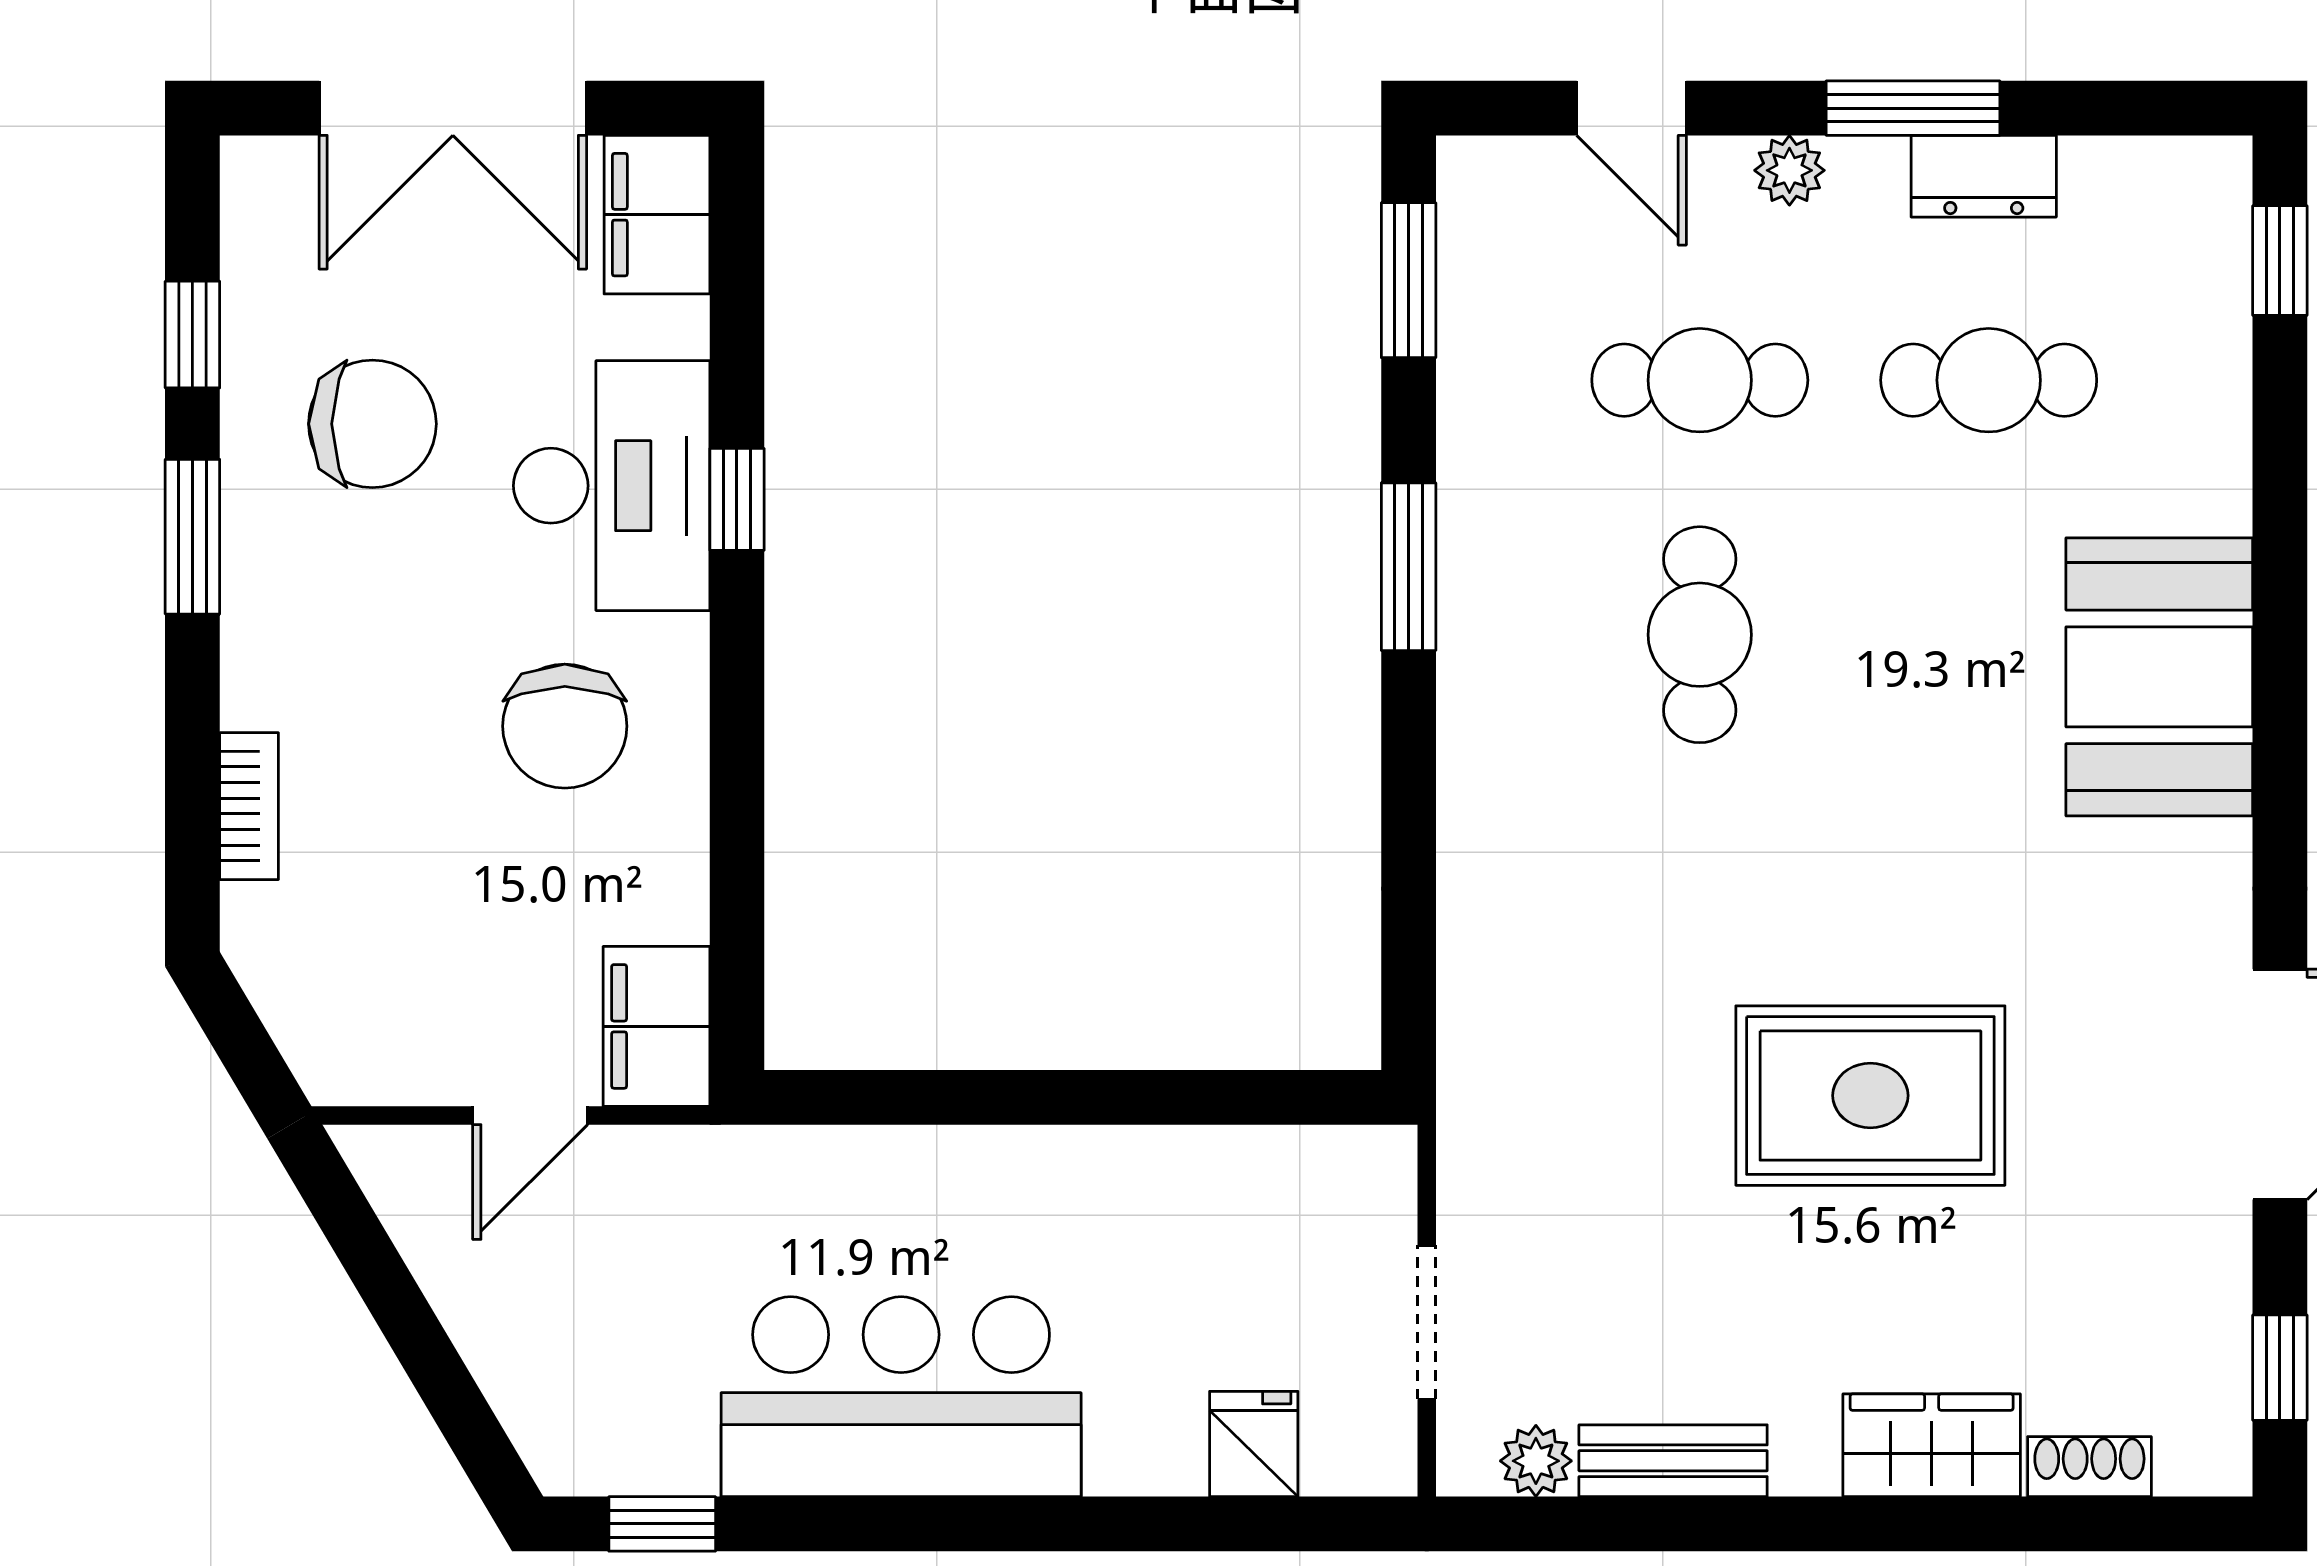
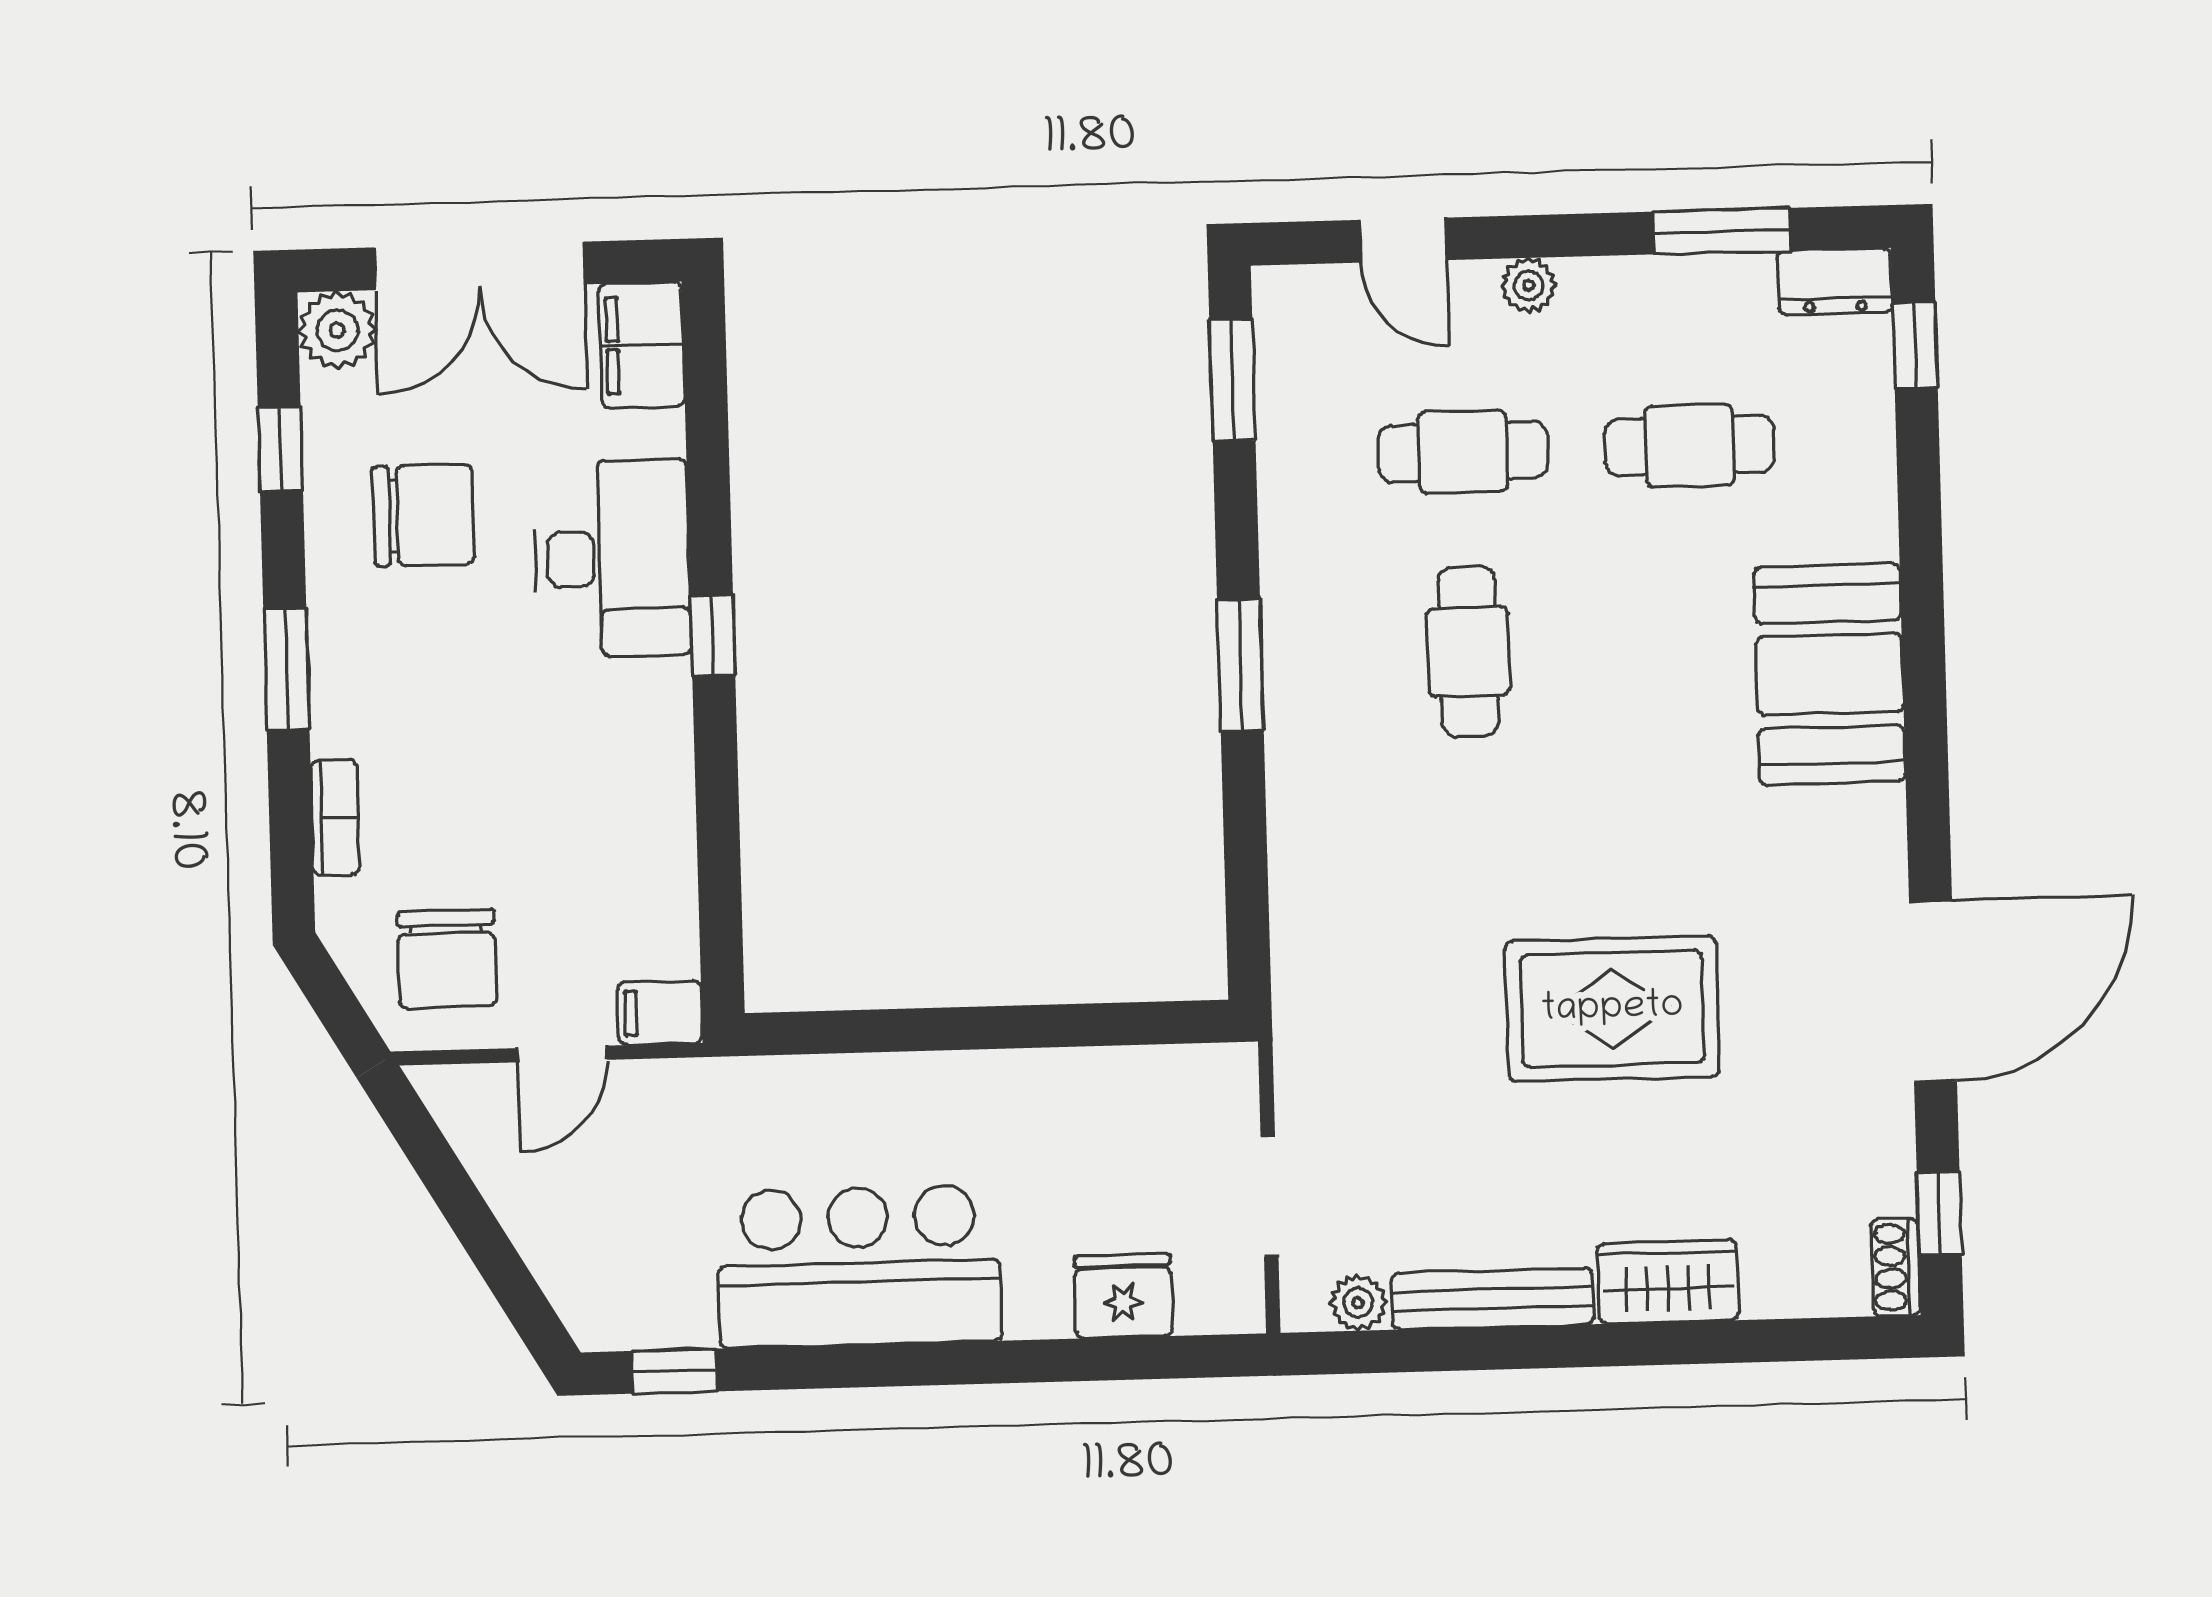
window: (1913, 108) -> (1722, 231), moved
dresser: (1984, 176) -> (1835, 281), moved
plant: (269, 185) -> (337, 330), added
window: (737, 499) -> (713, 636), moved
window: (192, 537) -> (286, 669), moved
window: (1409, 567) -> (1240, 665), moved
chair: (565, 726) -> (447, 959), moved
filing cabinet: (656, 1026) -> (660, 1013), width x0.50
fridge: (1254, 1444) -> (1123, 1296), width x1.38
bench: (1673, 1461) -> (1492, 1299), width x1.36
shoe rack: (2089, 1467) -> (1896, 1267), moved, turned -90

